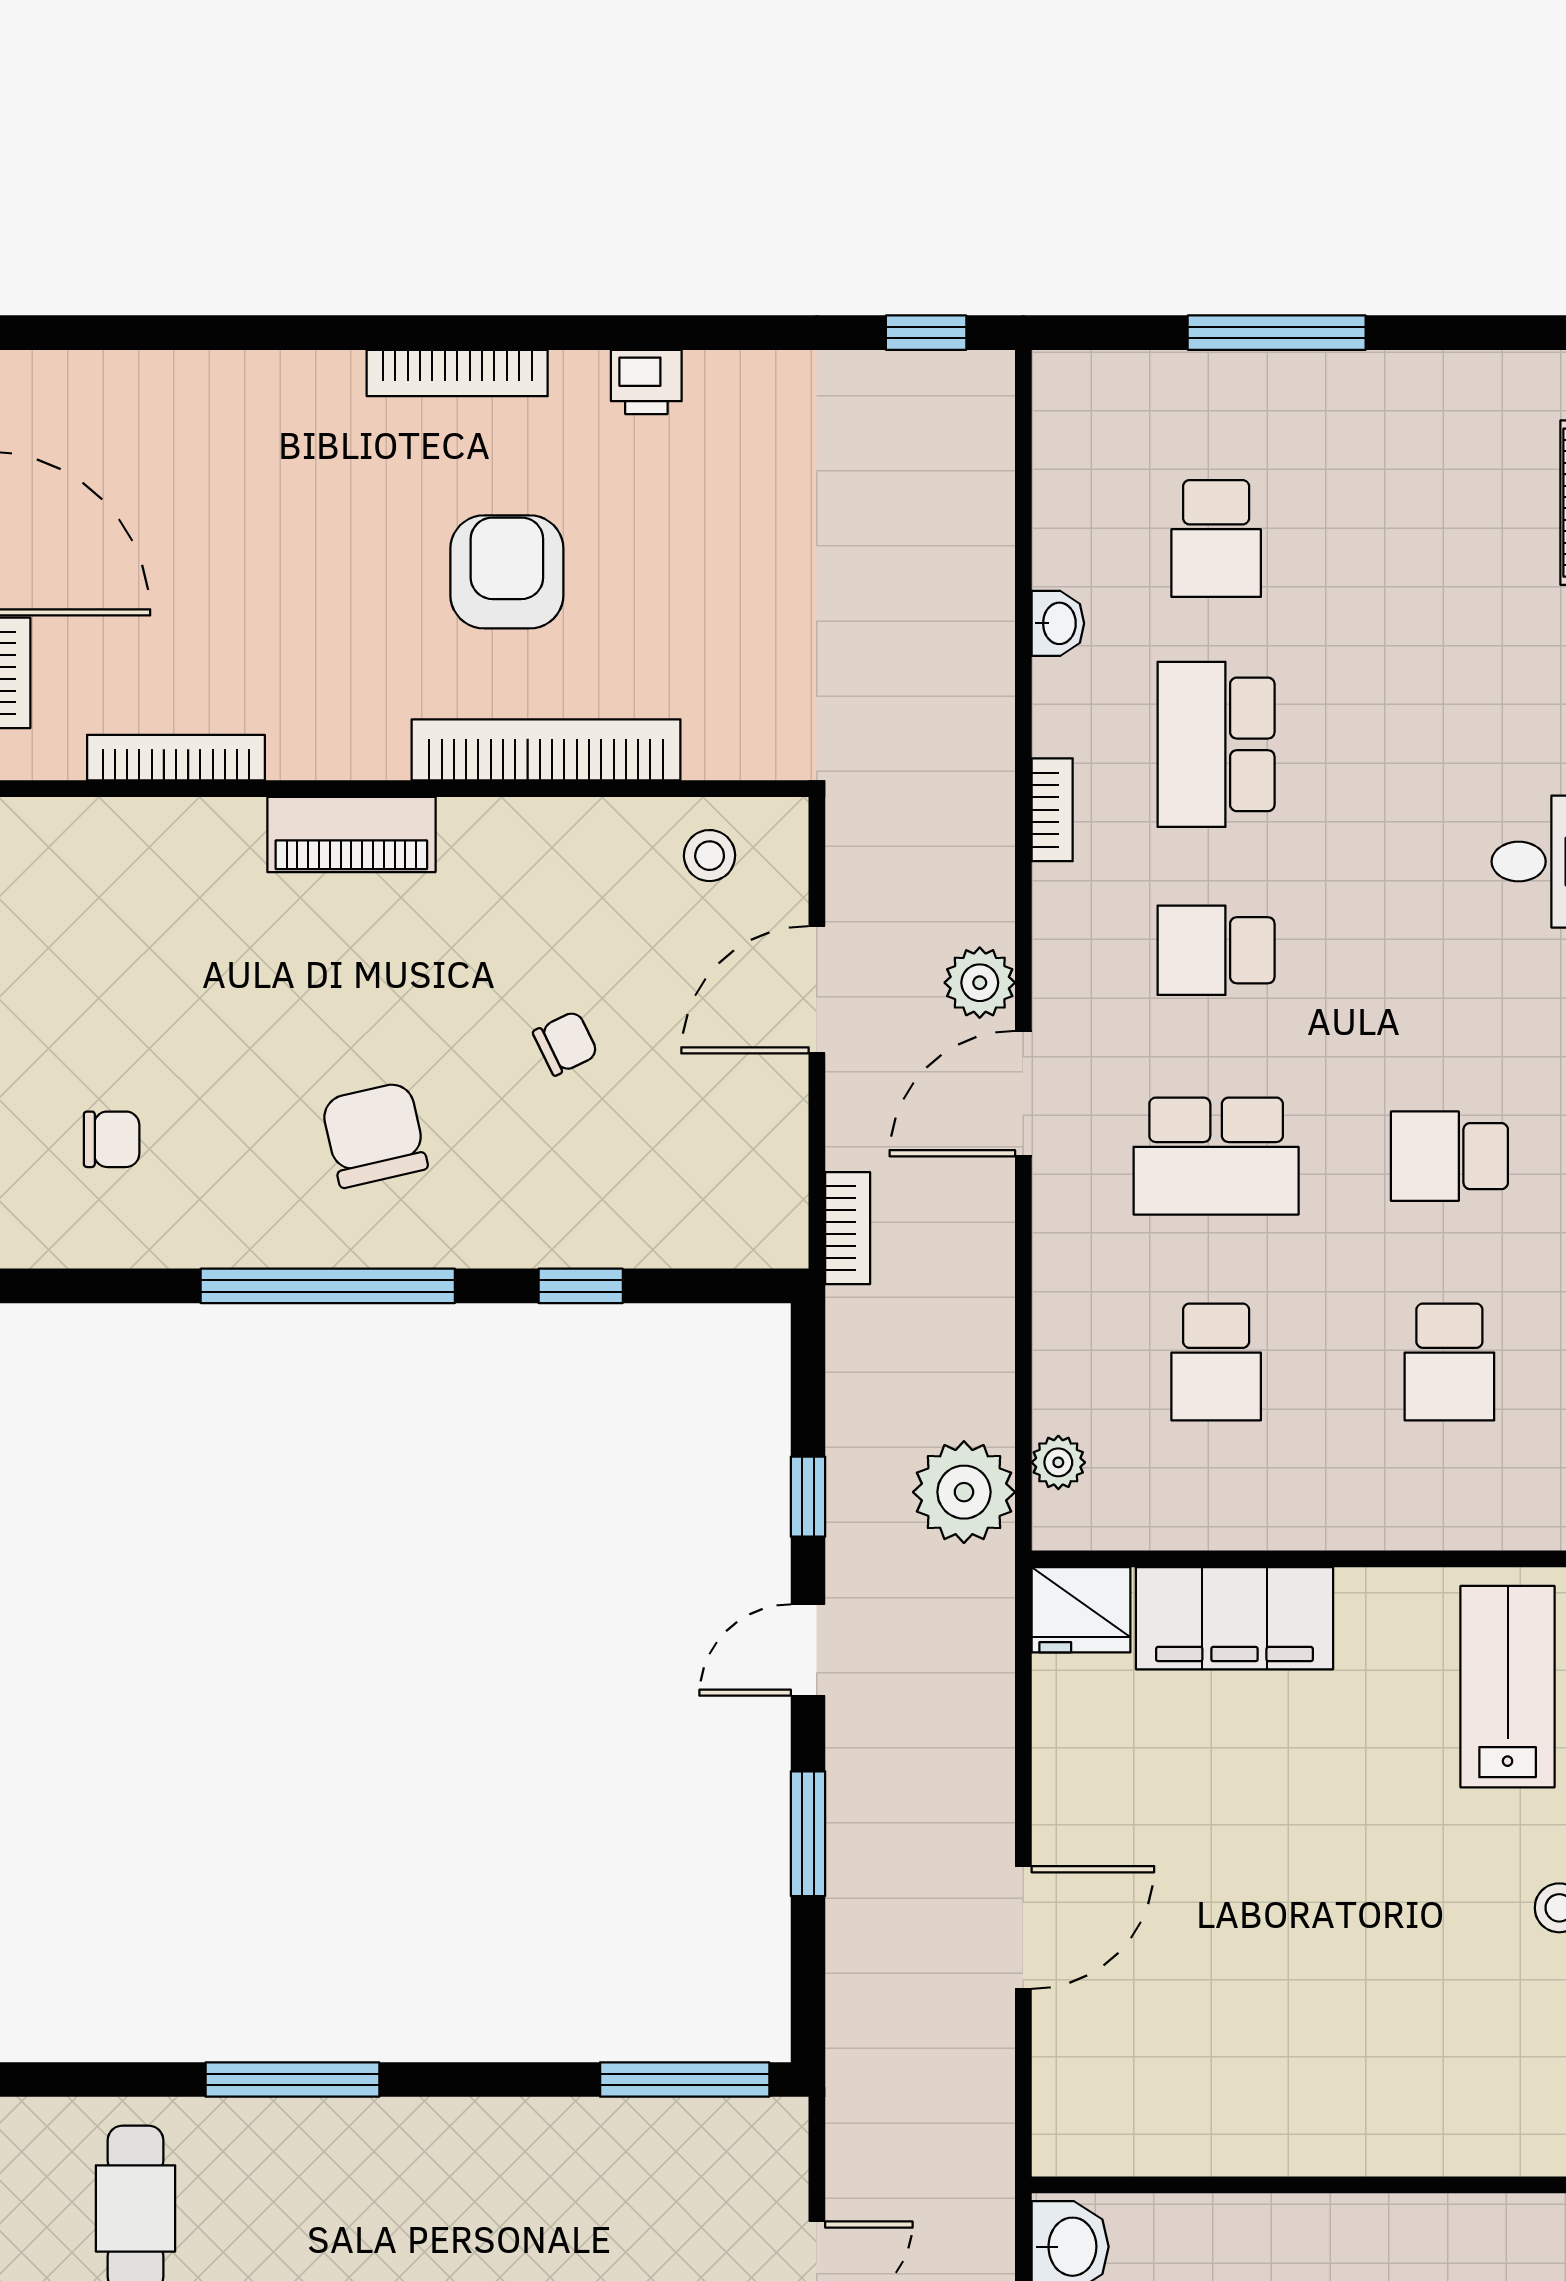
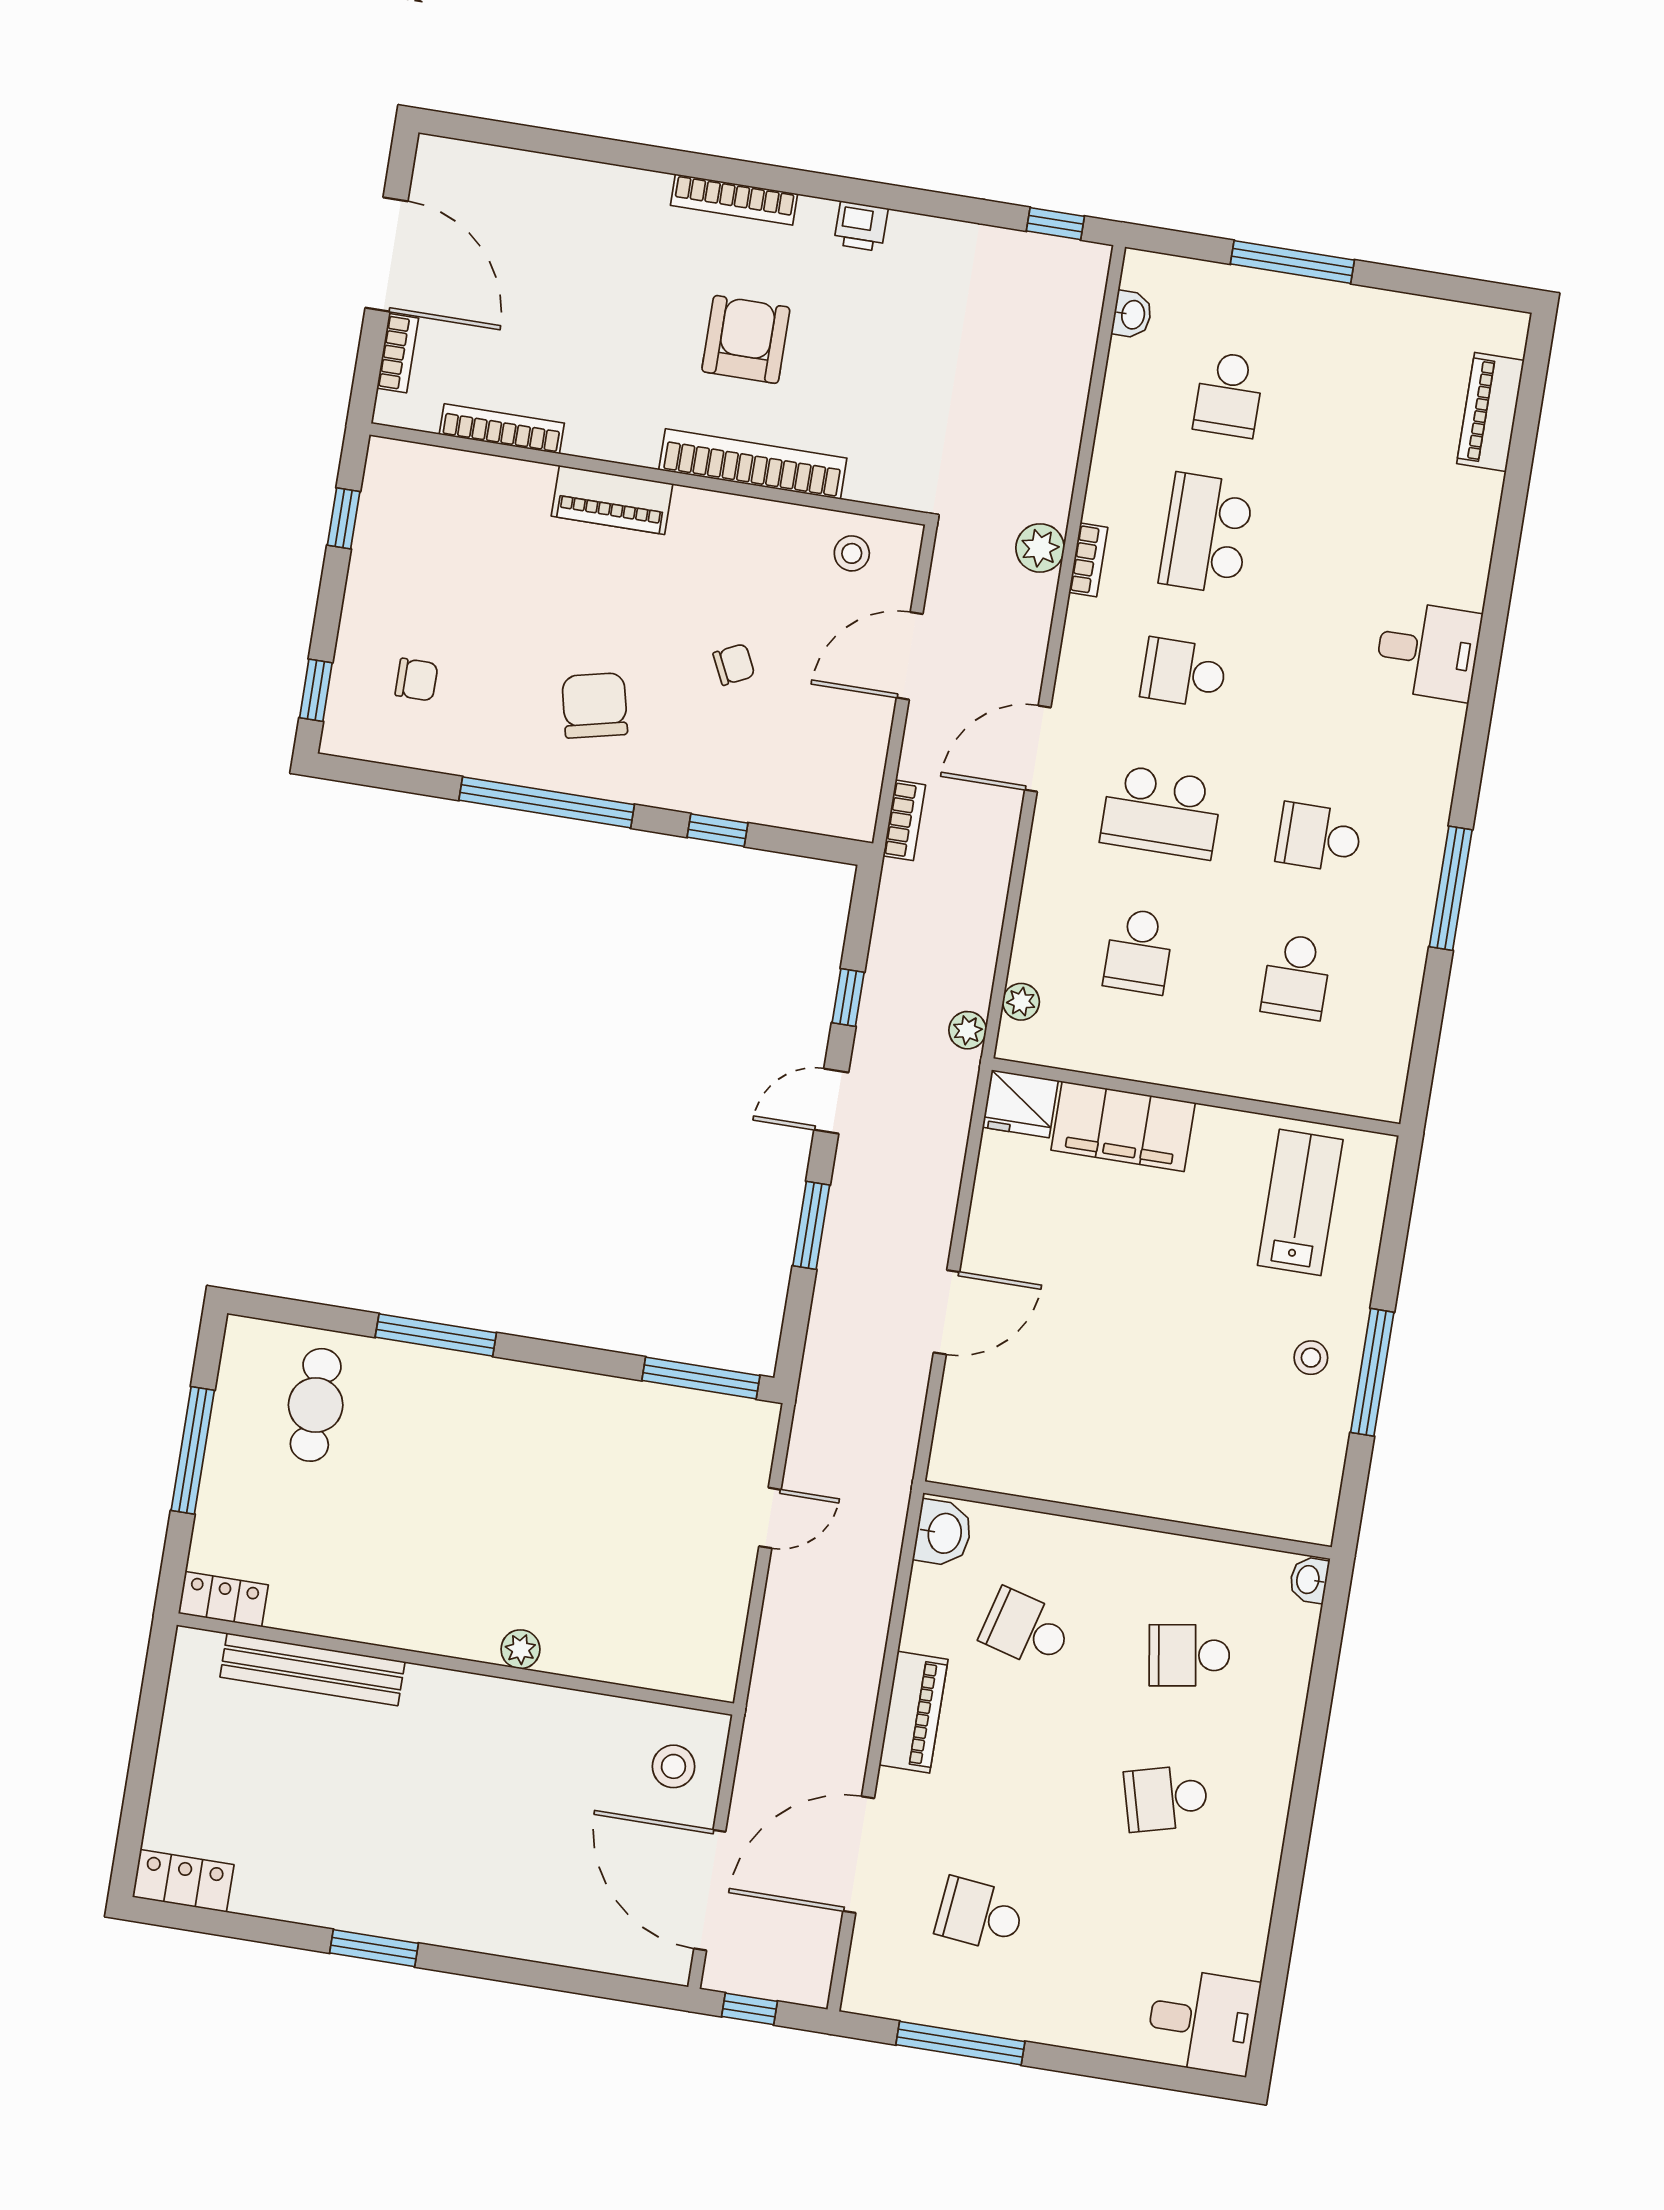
washbasin: (1058, 623) -> (1132, 315), moved
plant: (980, 983) -> (1040, 548), moved
plant: (964, 1492) -> (968, 1030), width x0.53, depth x0.53

